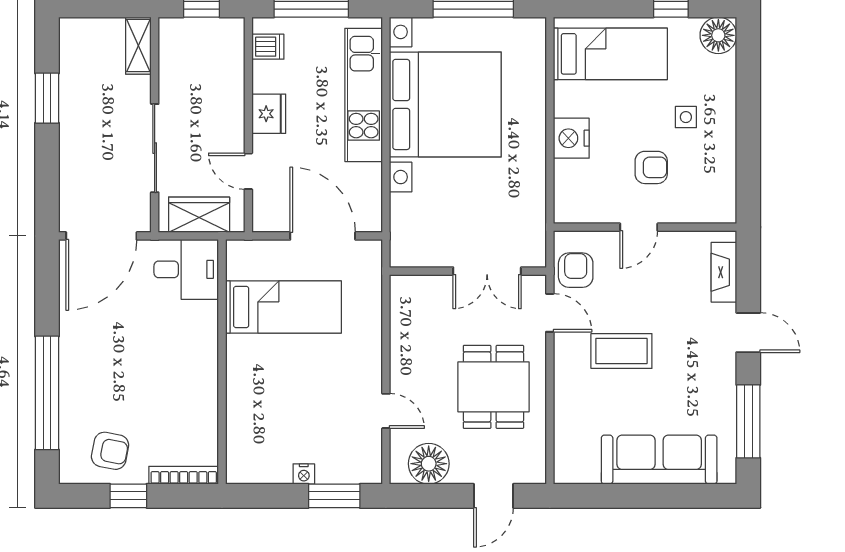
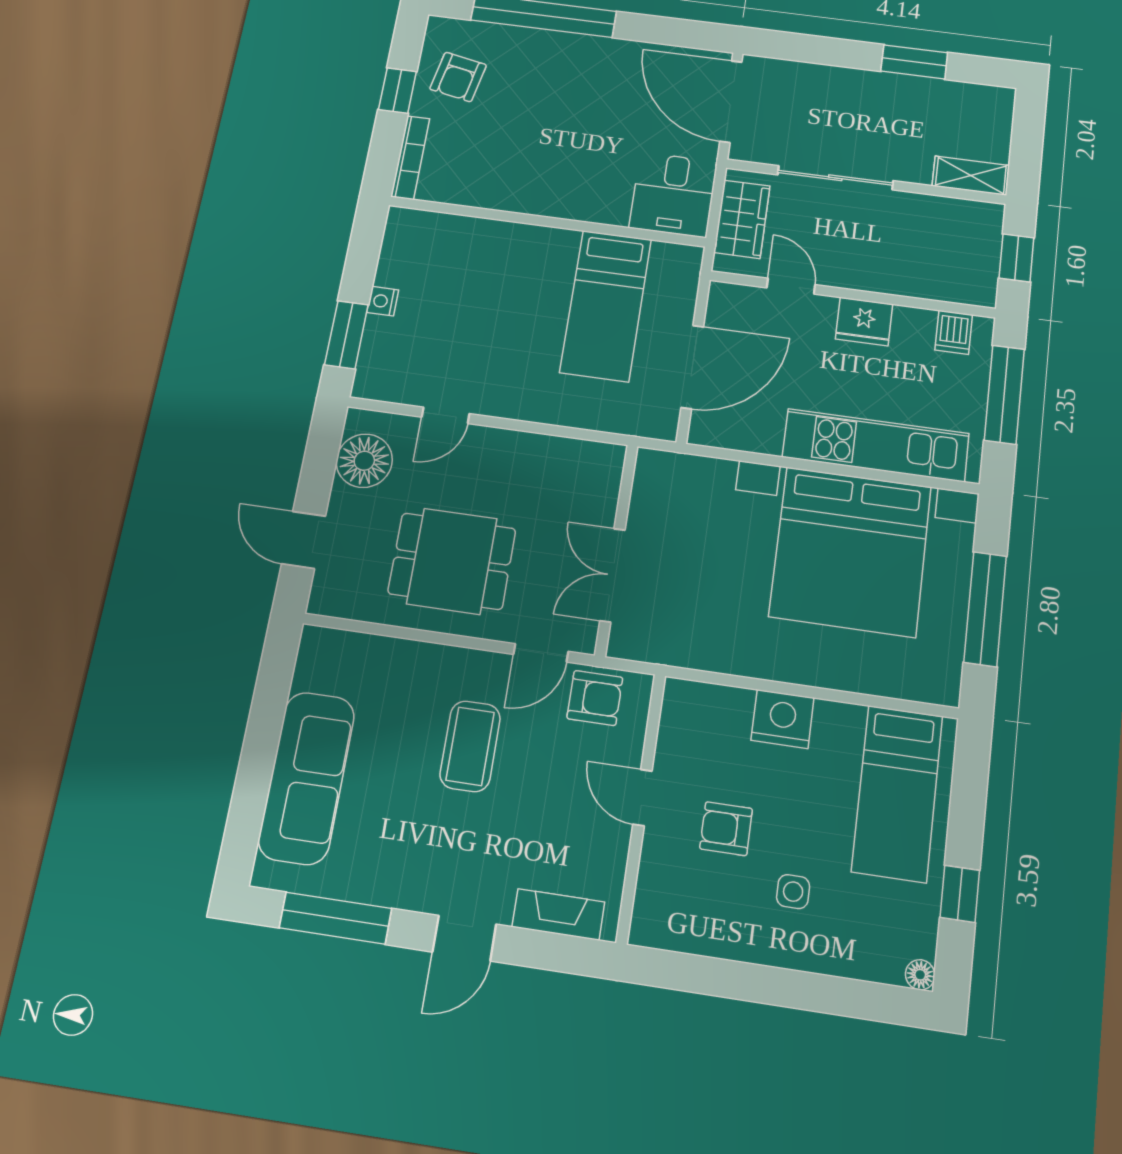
floor lamp: (718, 35) -> (920, 975), width x0.53, depth x0.53
armchair: (651, 167) -> (726, 829), turned 90
door: (248, 171) -> (791, 286), hinge flipped

